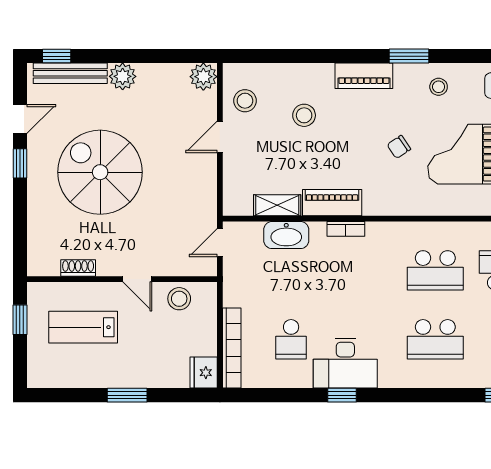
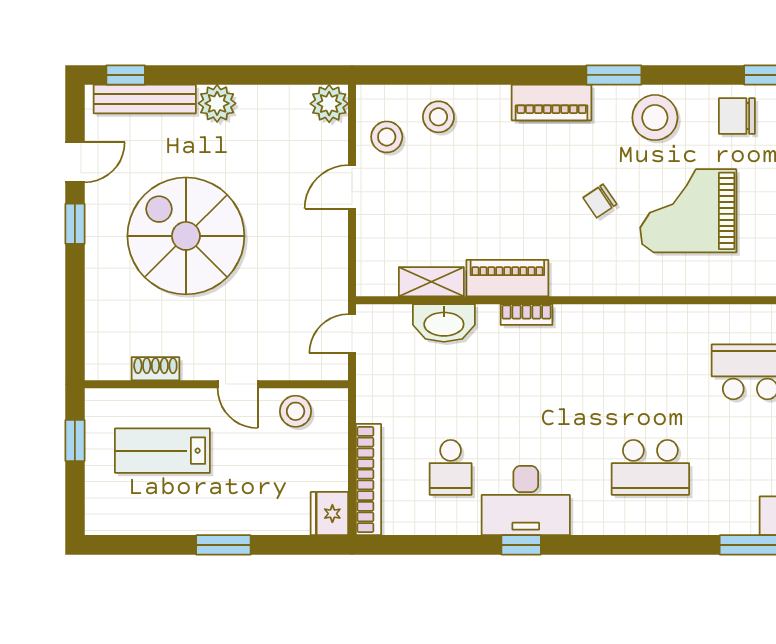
stool: (439, 87) -> (655, 118), width x1.89, depth x1.89
stool: (304, 115) -> (438, 117), moved
school desk: (435, 270) -> (650, 372), removed

